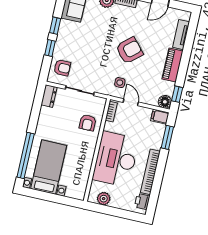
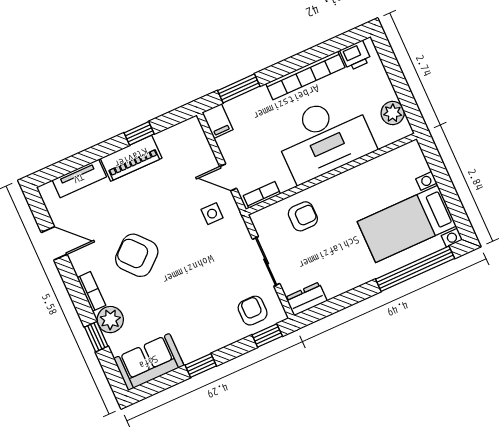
window: (50, 48) -> (267, 335), moved
armchair: (129, 50) -> (137, 255), moved
window: (177, 94) -> (139, 133), moved
door: (131, 102) -> (228, 177), hinge flipped
floor lamp: (165, 102) -> (191, 130), removed

